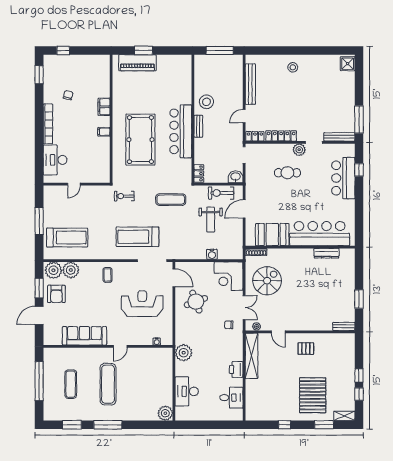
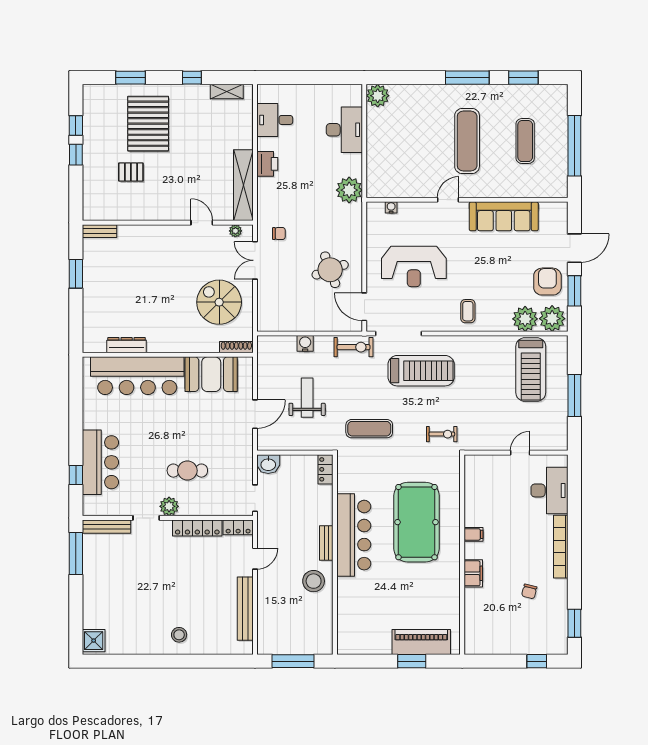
exercise bike: (221, 193) -> (354, 347), moved
treadmill: (67, 238) -> (531, 370), turned -90
corner desk: (229, 276) -> (279, 309), removed
spiral stairs: (267, 281) -> (219, 302), turned 90
pallet: (306, 349) -> (131, 172), moved
shelving: (344, 416) -> (227, 92), moved

